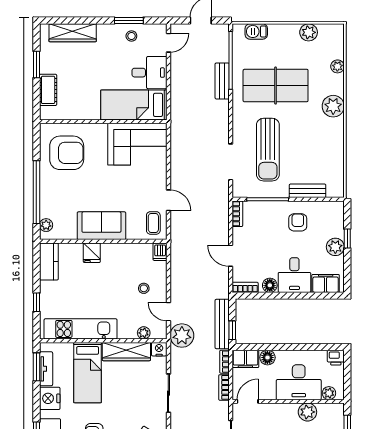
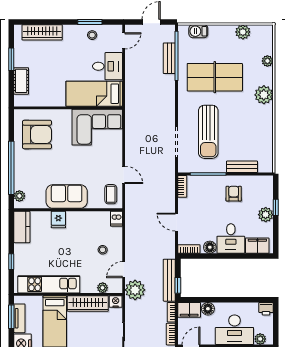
bench: (222, 81) -> (169, 58), moved
door: (168, 312) -> (124, 270), hinge flipped

